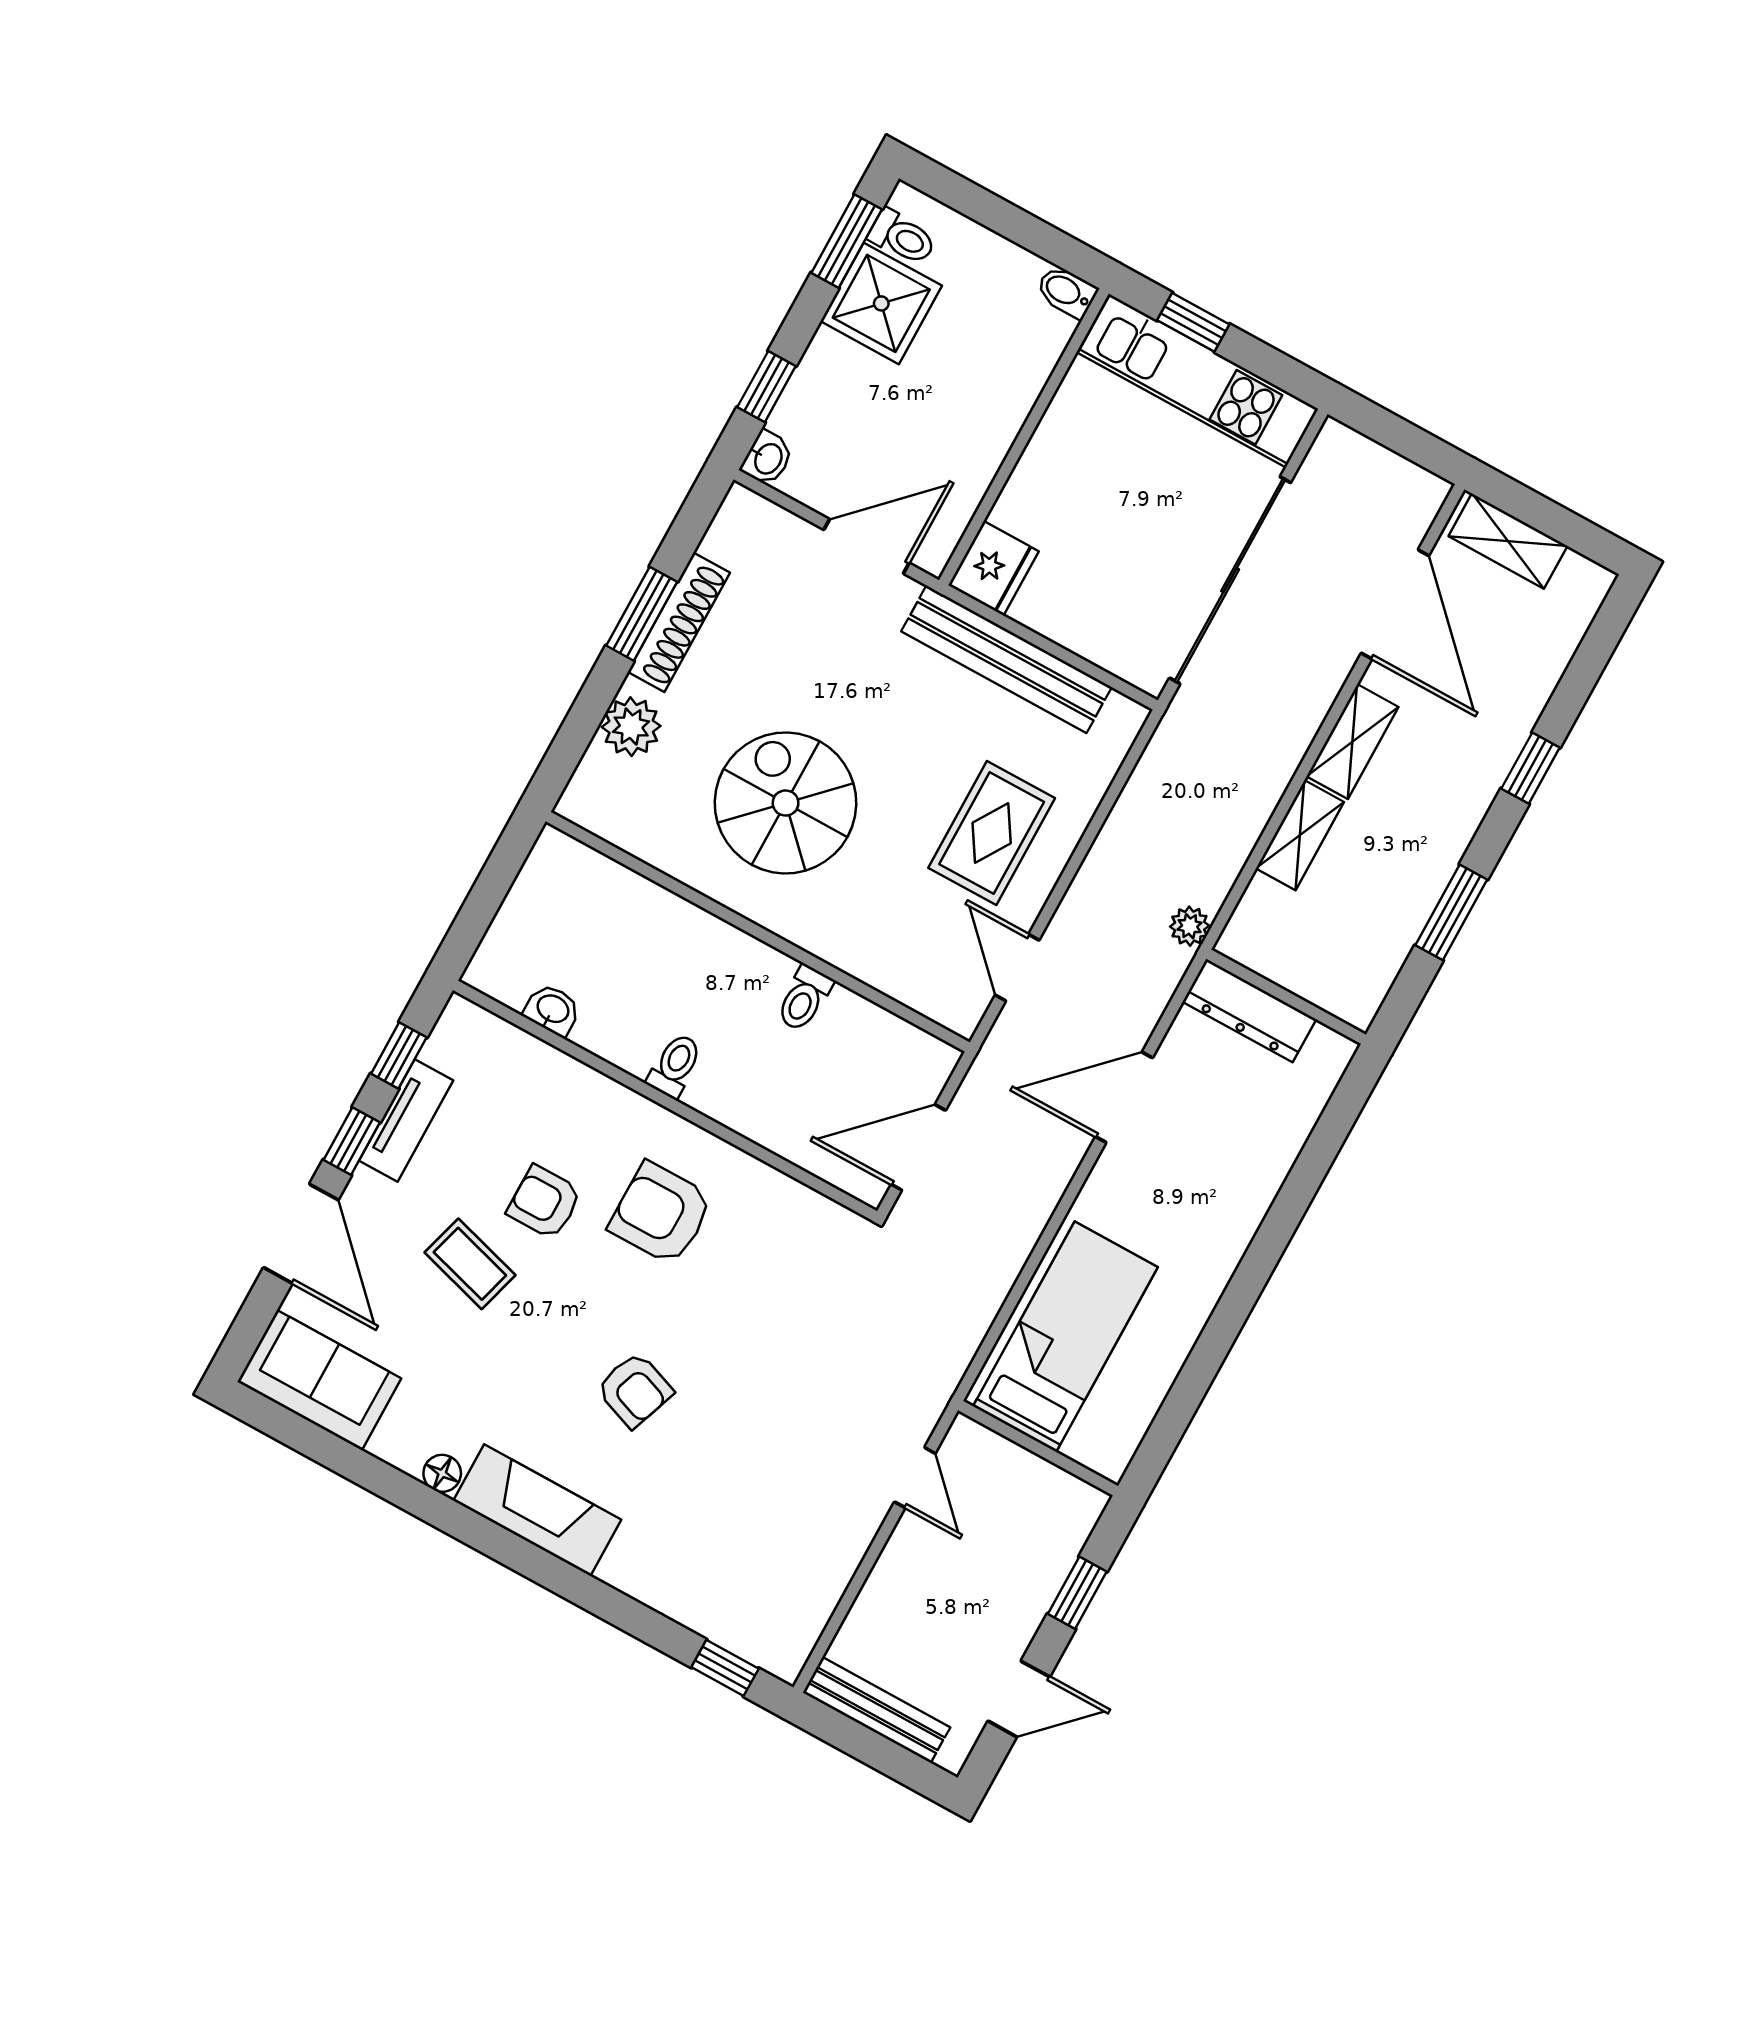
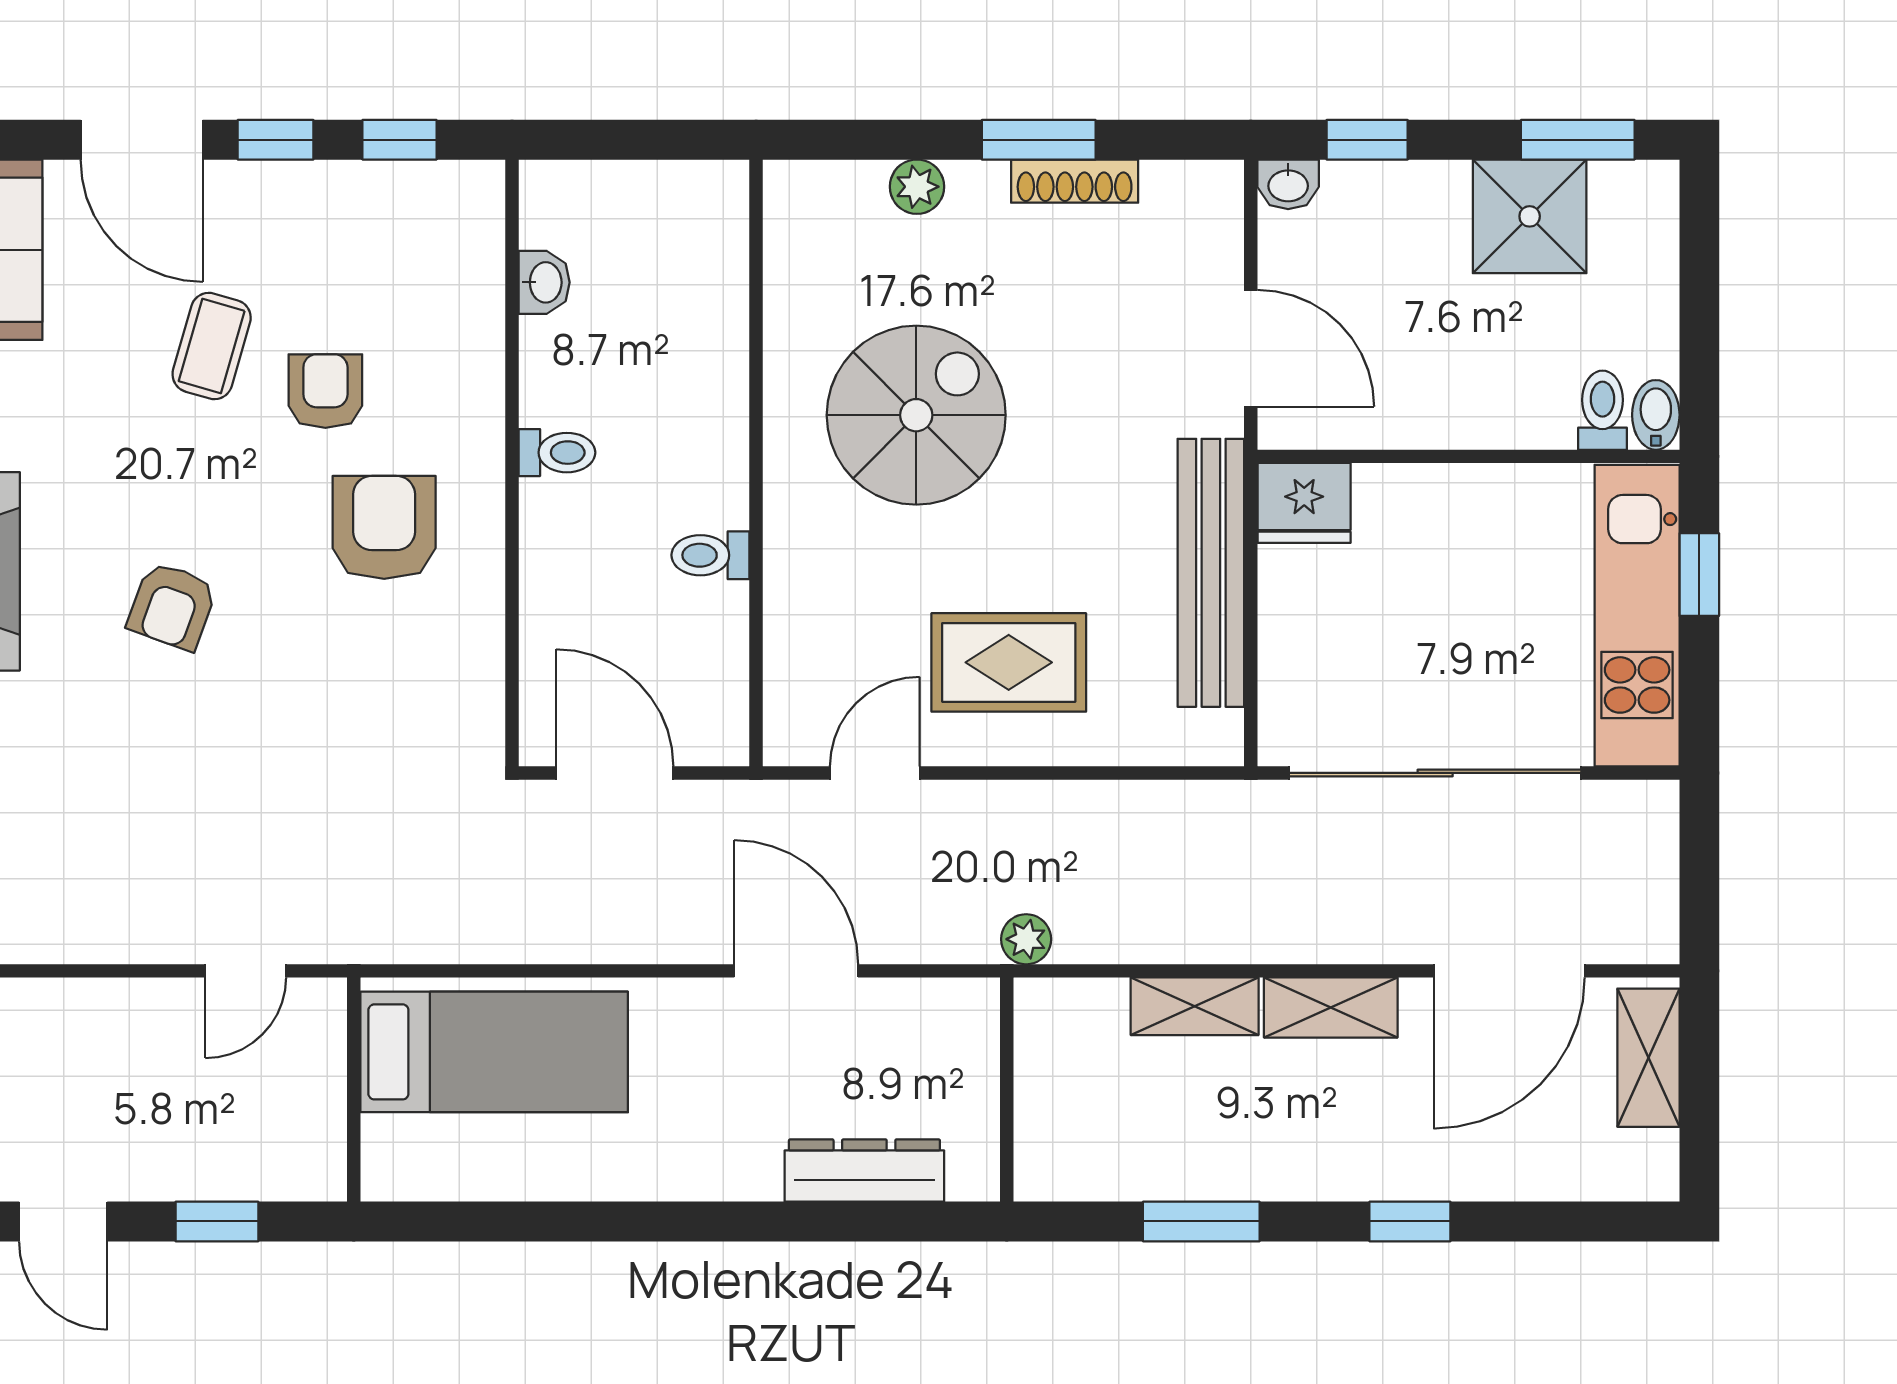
toilet: (902, 237) -> (1603, 410), moved, turned 180
shoe rack: (679, 622) -> (1075, 181), width x0.74, depth x0.81
plant: (631, 727) -> (917, 187), width x0.73, depth x0.73
dresser: (1249, 1011) -> (864, 1170), moved, turned 90
tv unit: (406, 1120) -> (332, 188), removed
door: (301, 1234) -> (142, 140), hinge flipped

